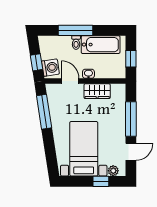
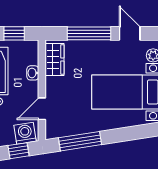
washbasin: (88, 74) -> (33, 73), moved
wardrobe: (97, 91) -> (54, 59), moved

